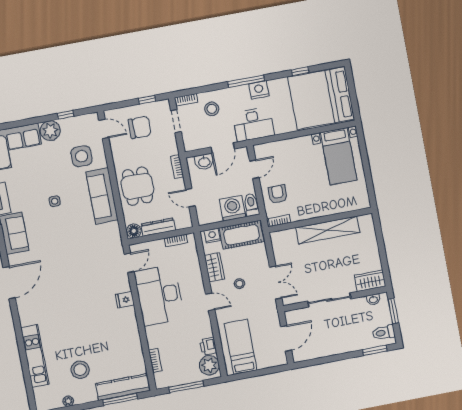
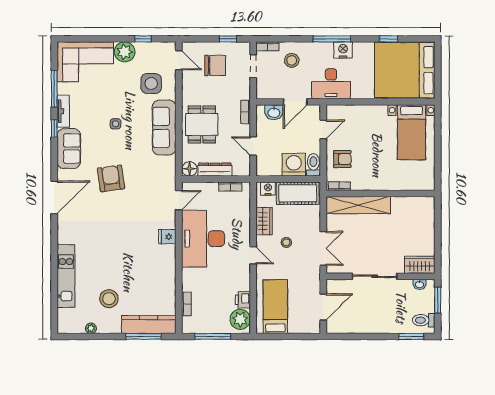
armchair: (278, 194) -> (342, 159), turned 90
shelving: (328, 230) -> (358, 205), moved
armchair: (60, 254) -> (111, 178), added

